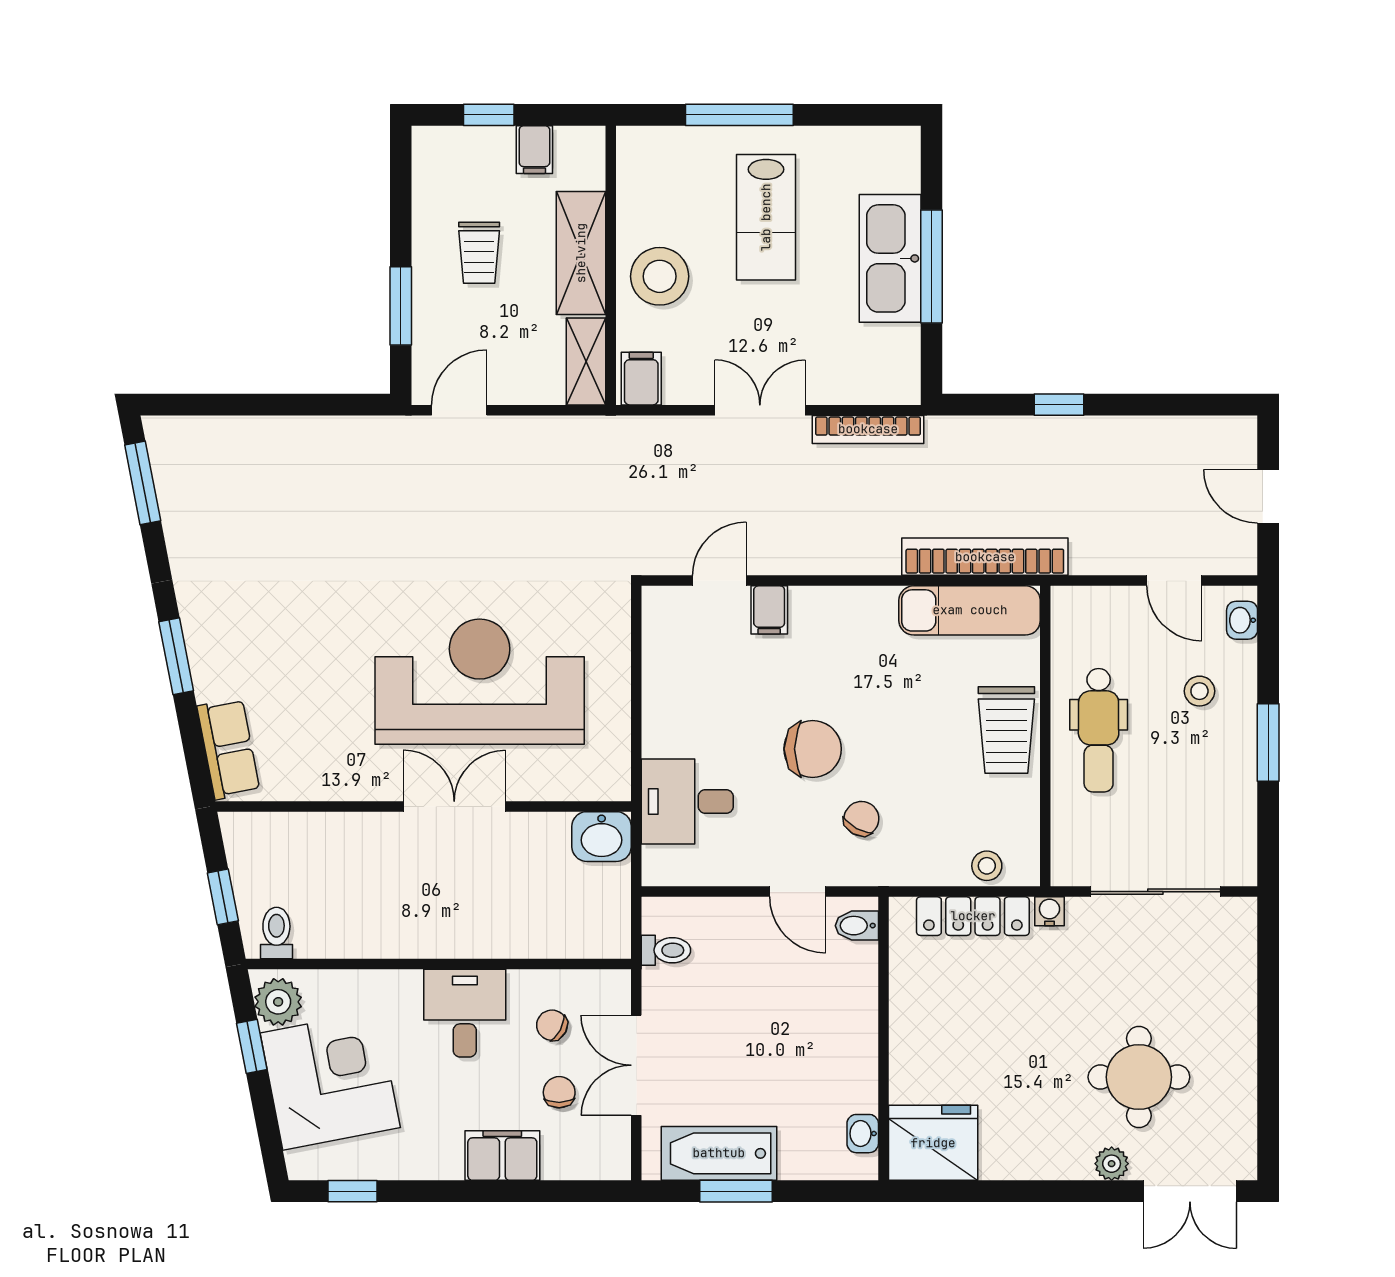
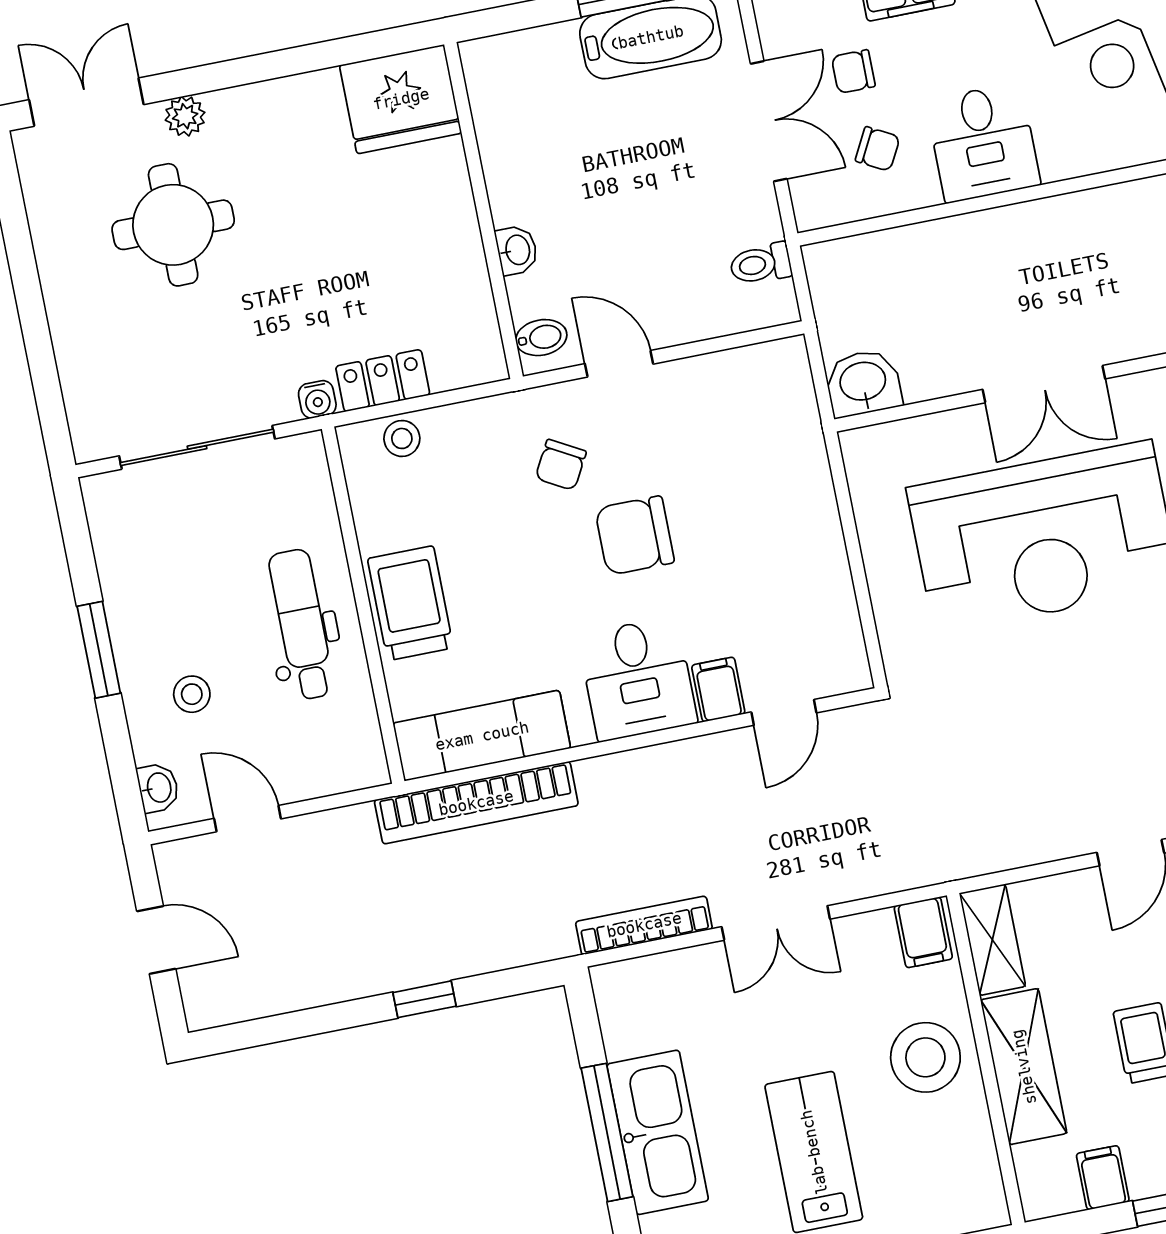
desk: (687, 801) -> (638, 679), moved, turned 90
locker: (973, 916) -> (383, 381), width x0.66
chair: (559, 1092) -> (853, 72), turned 91
washbasin: (863, 1134) -> (517, 250), moved

